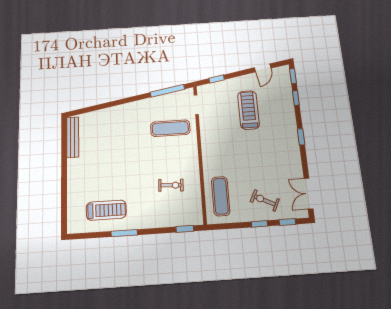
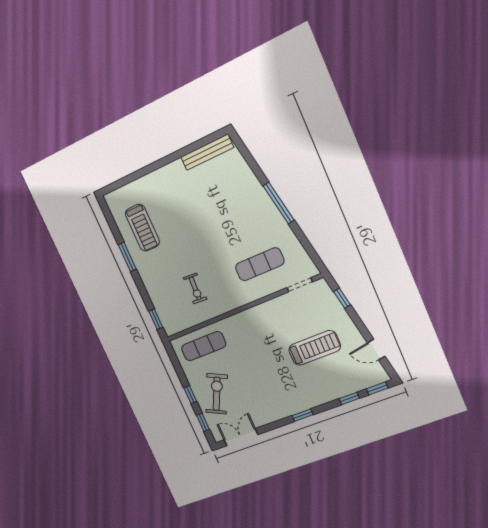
window: (167, 91) -> (279, 203), moved
exercise mat: (170, 128) -> (260, 264), turned 90
exercise bike: (265, 200) -> (217, 394), width x1.38, depth x1.39

